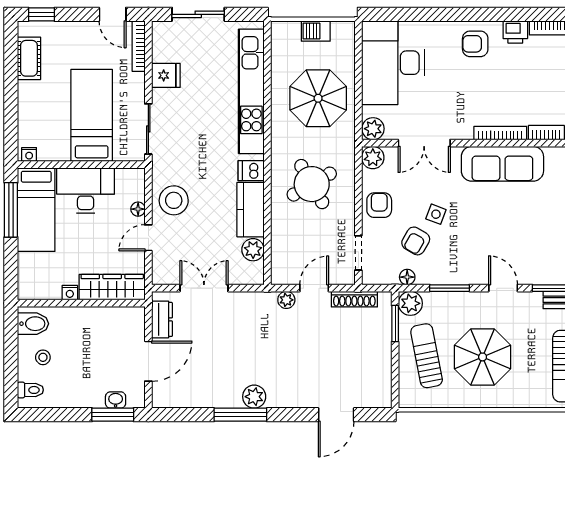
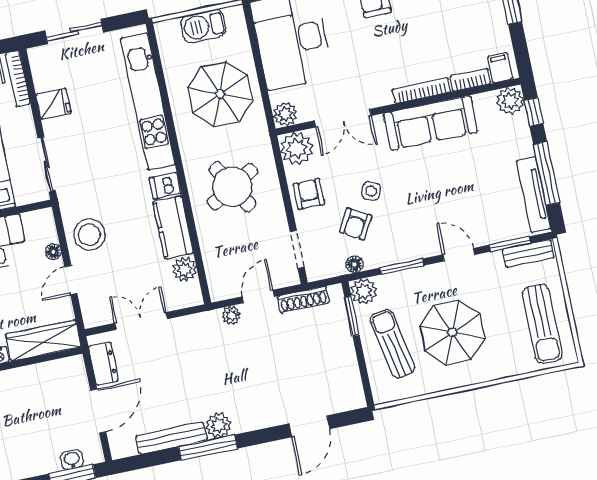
barbecue: (316, 31) -> (203, 26), width x1.38, depth x1.27
plant: (373, 158) -> (297, 148), width x1.36, depth x1.36
bench: (209, 399) -> (171, 438), added

